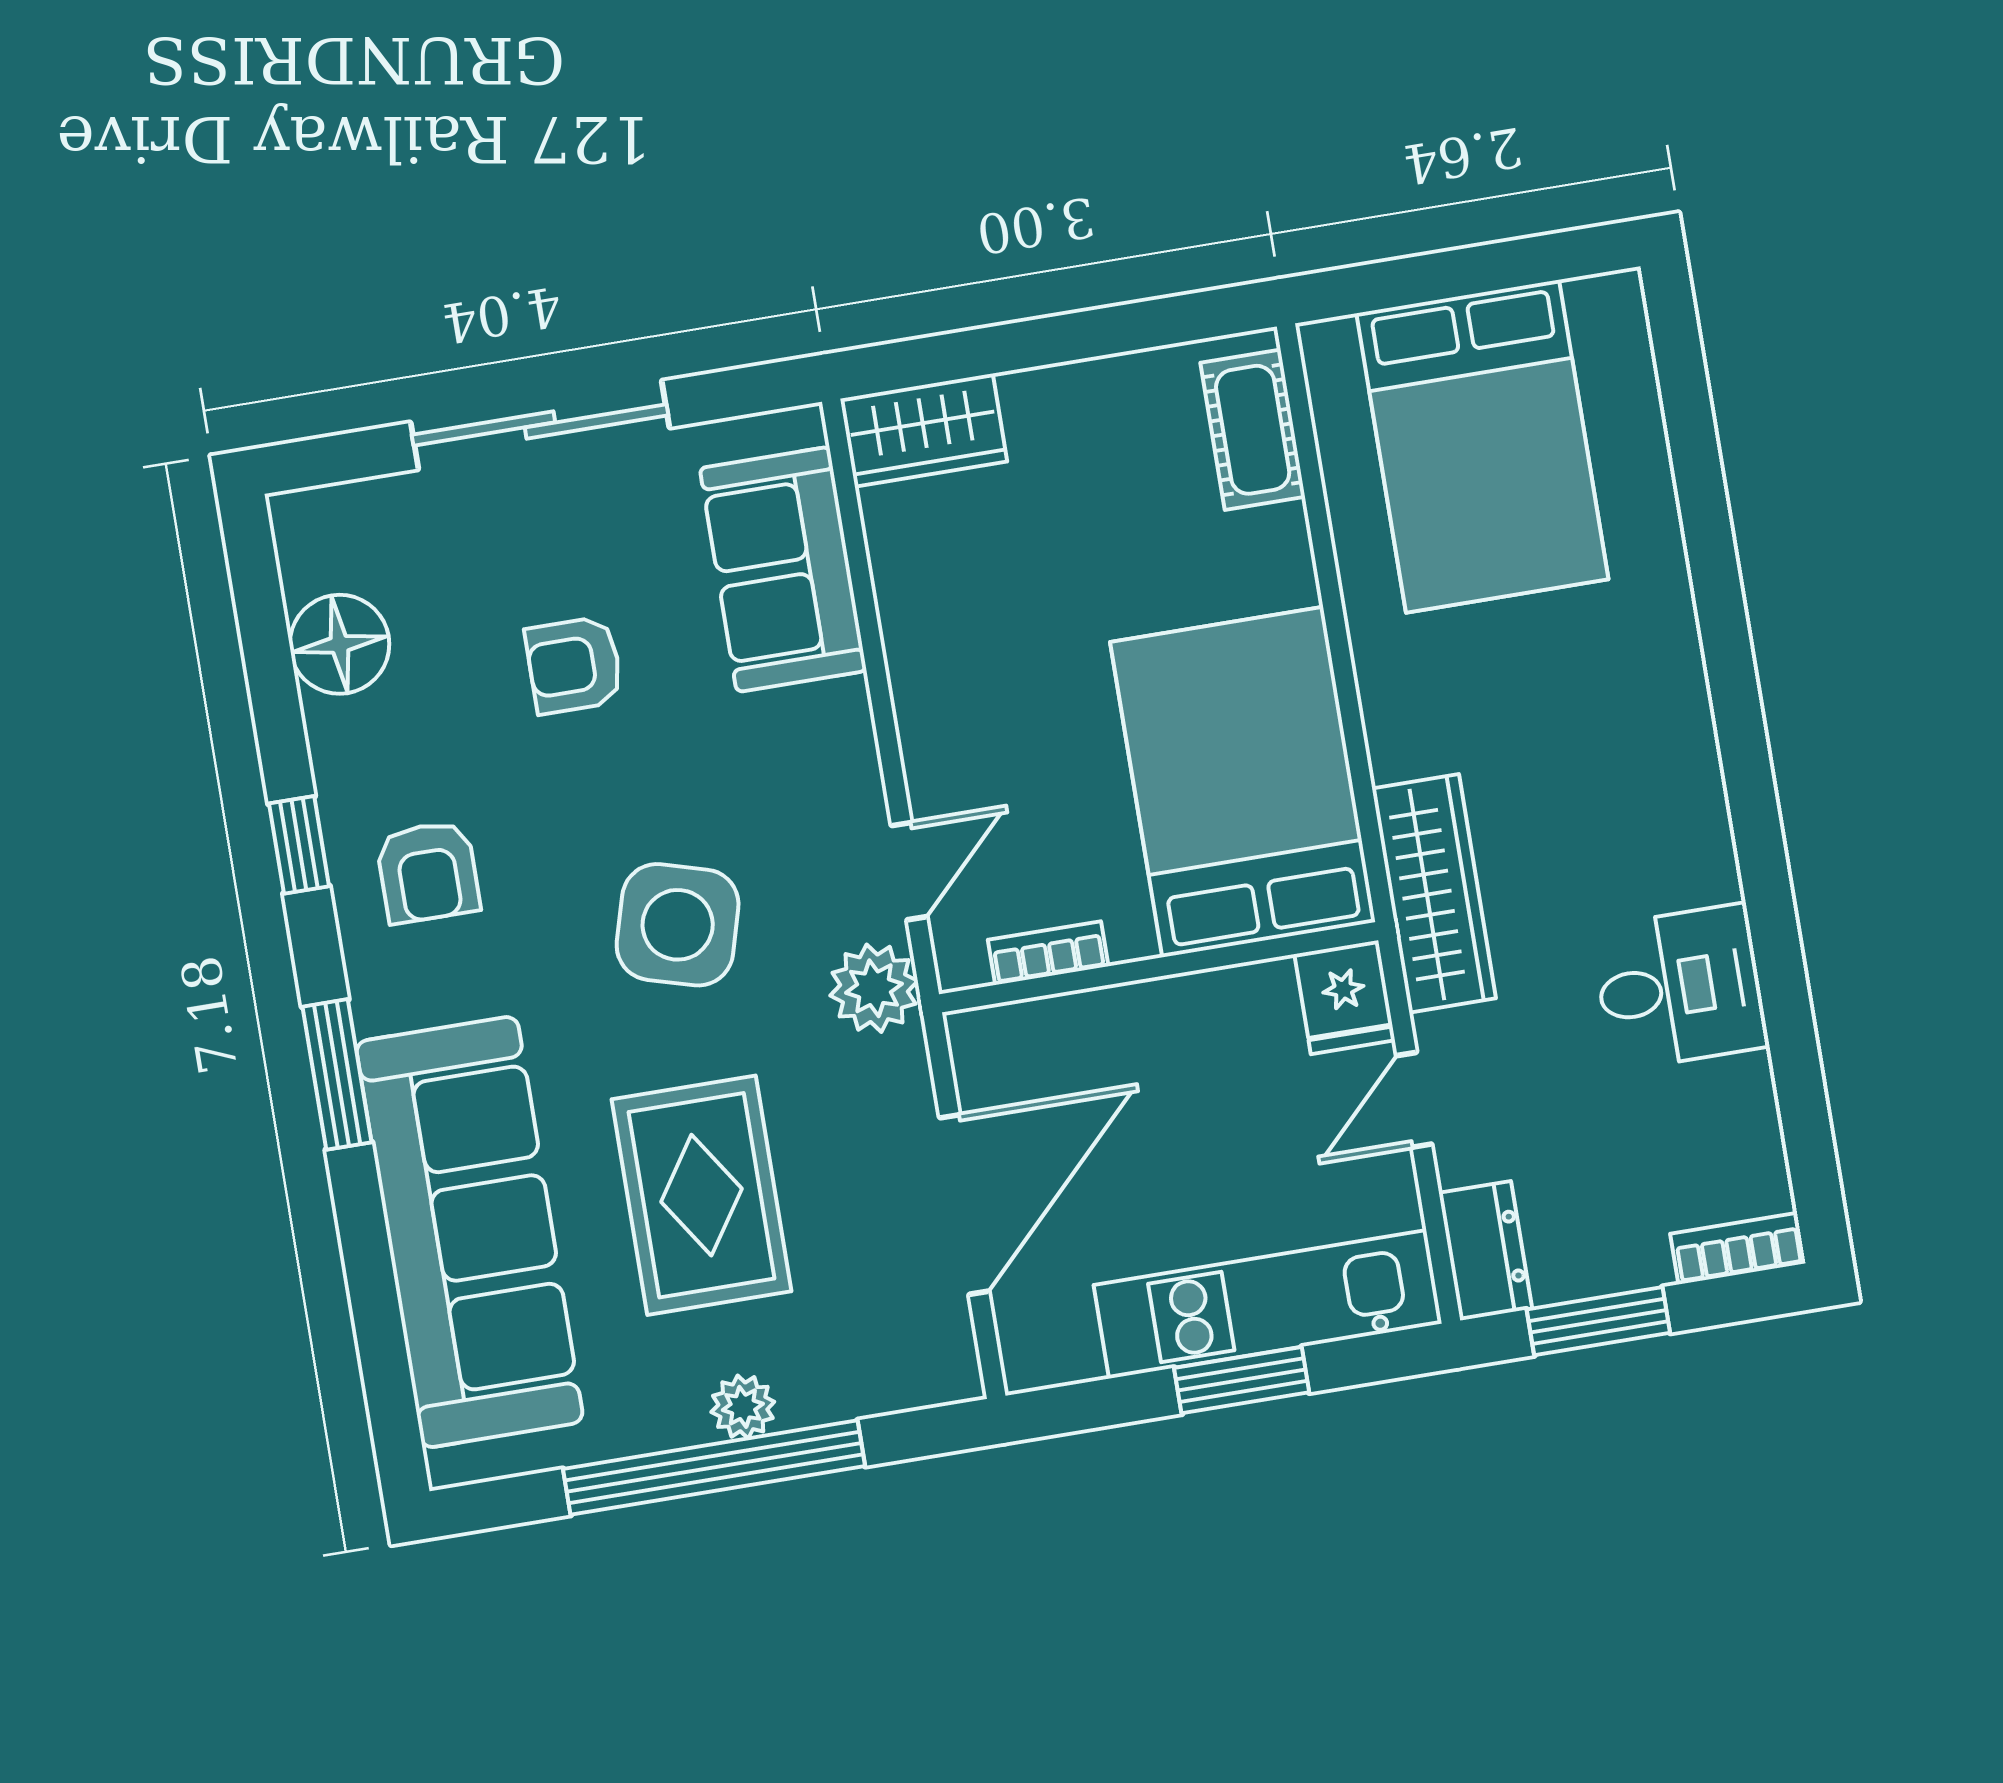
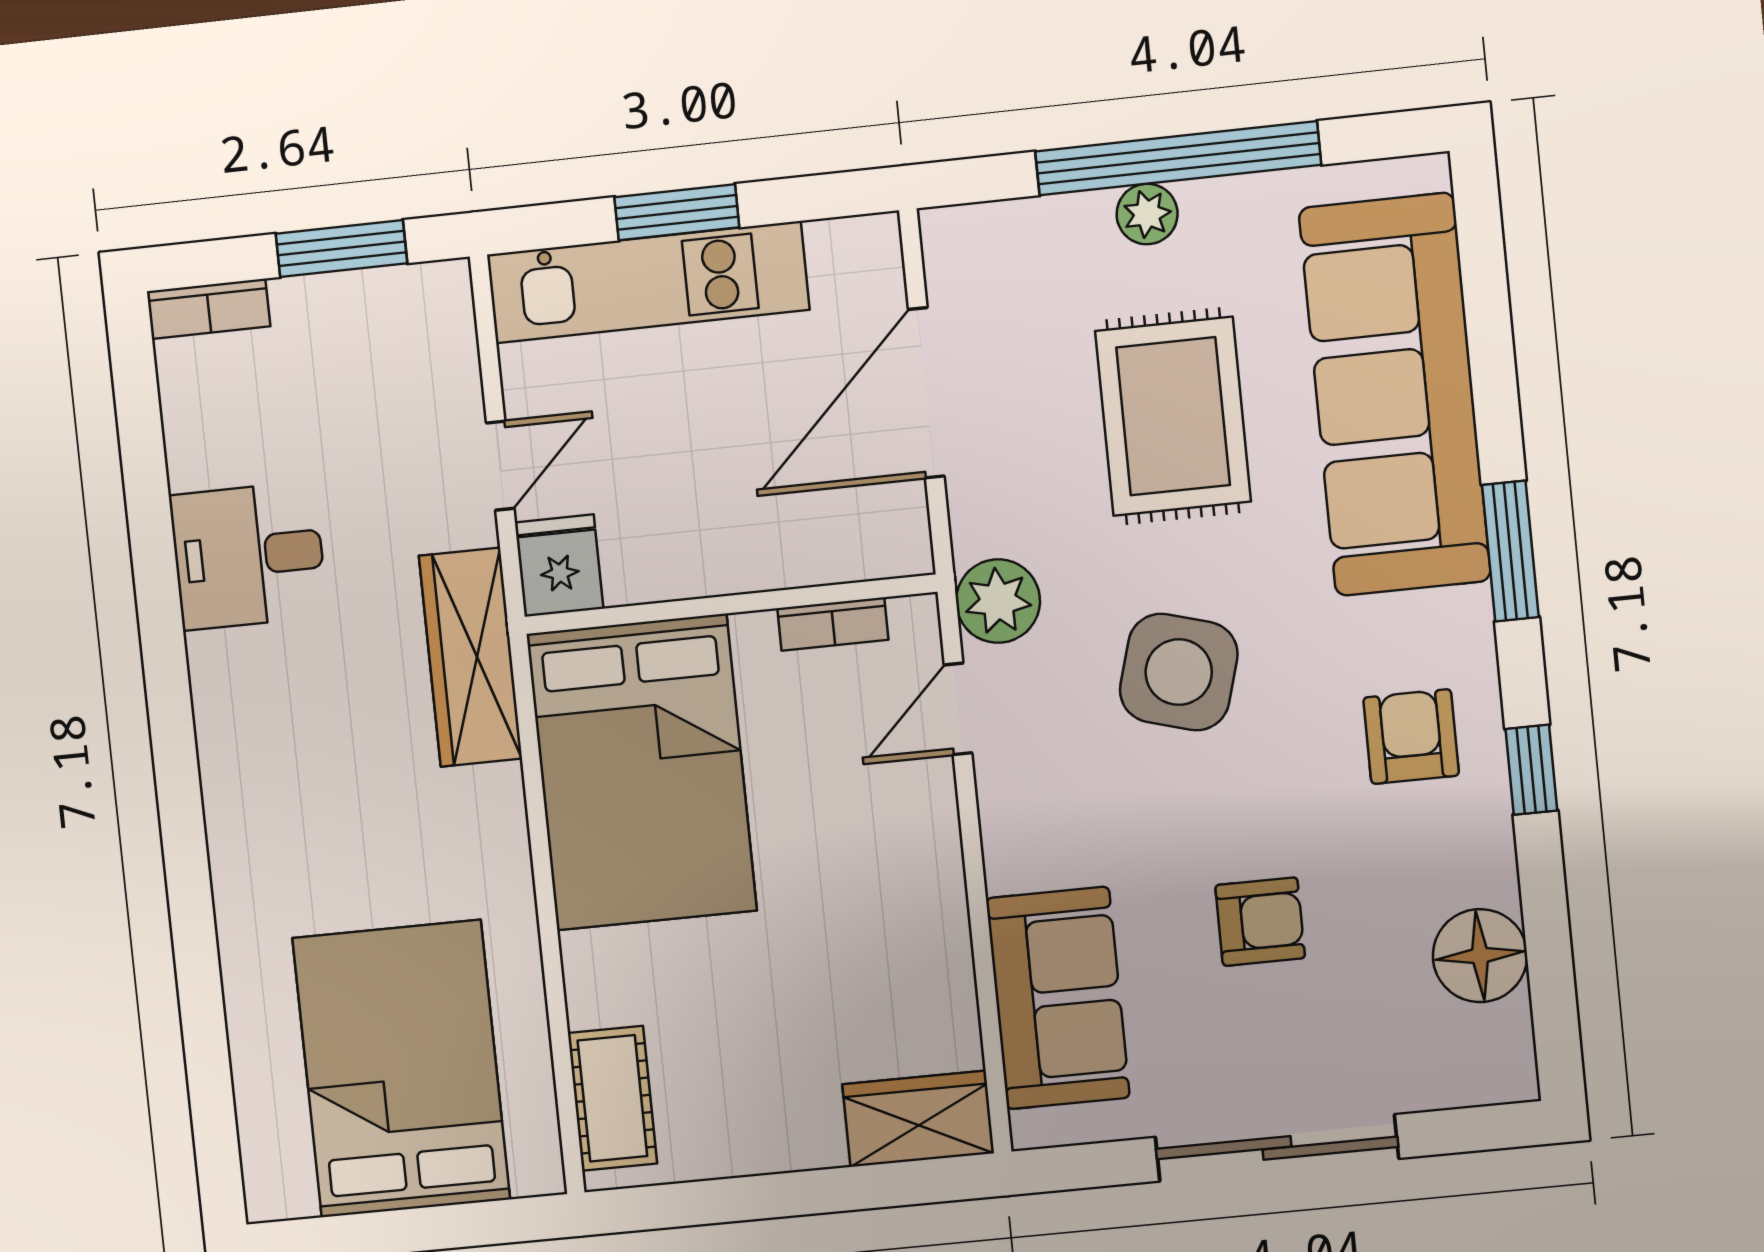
dresser: (1485, 1251) -> (442, 321), removed

